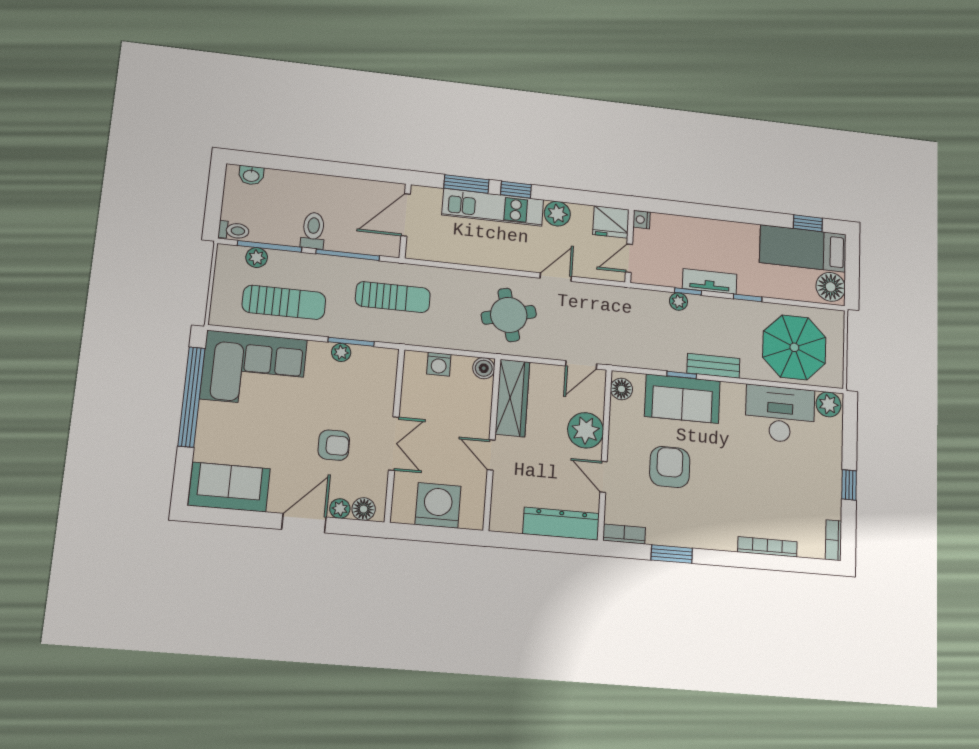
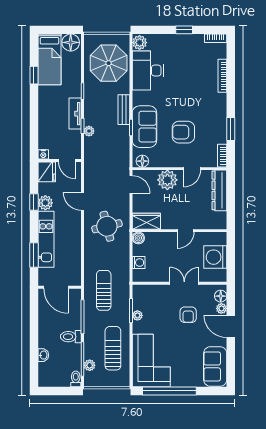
washbasin: (251, 175) -> (43, 355), moved
window: (516, 190) -> (34, 202), moved
window: (808, 223) -> (34, 75), moved
wardrobe: (512, 398) -> (146, 221), width x0.67
armchair: (334, 445) -> (188, 315), turned 180

